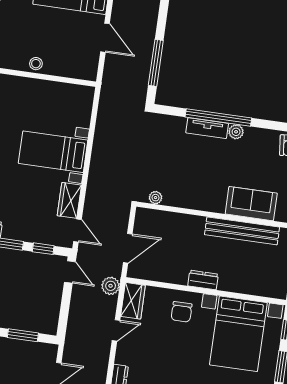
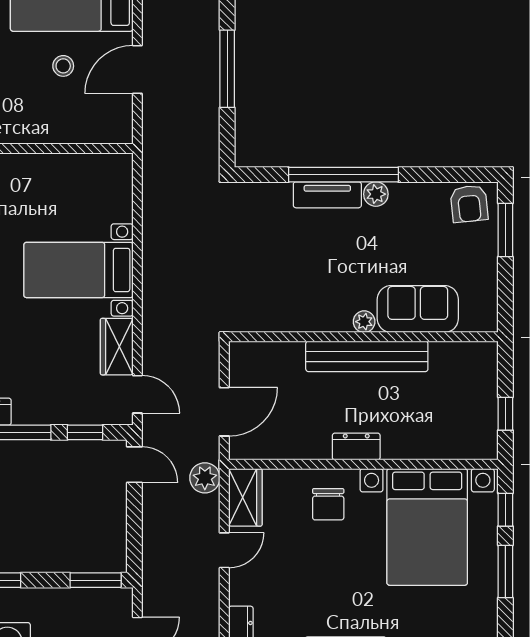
door: (105, 38) -> (137, 69), swing flipped
window: (156, 63) -> (227, 69), moved
stool: (36, 64) -> (63, 66), moved
plant: (156, 198) -> (364, 322), moved
bench: (242, 231) -> (367, 356), moved
window: (23, 335) -> (96, 580), moved

